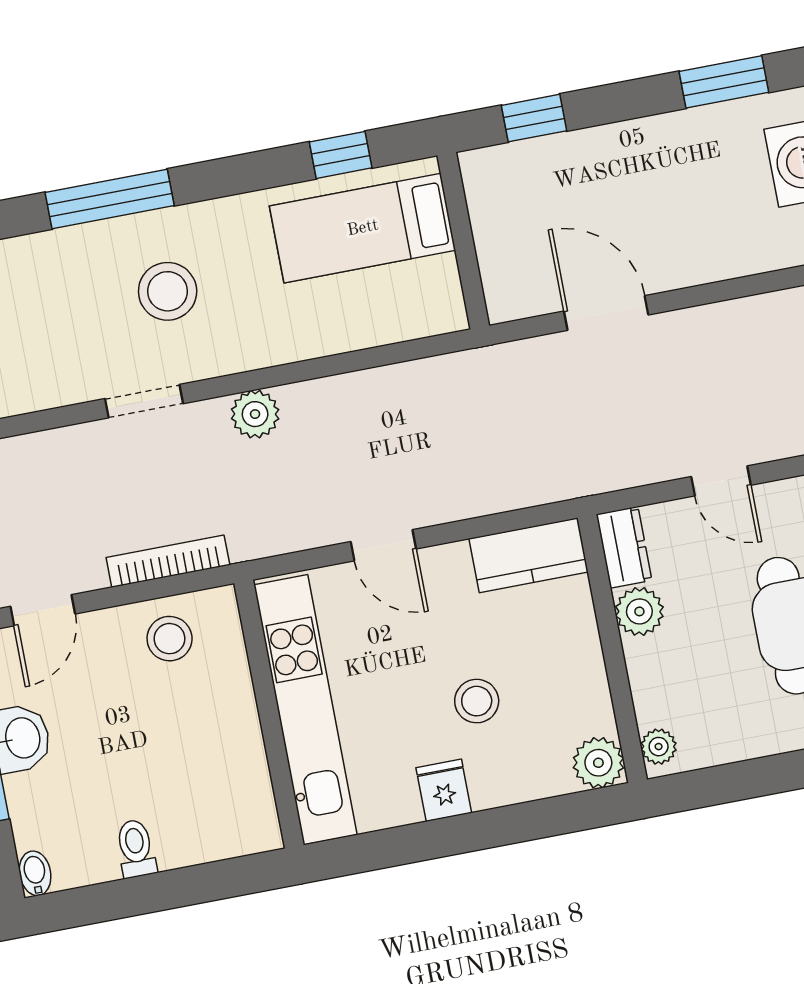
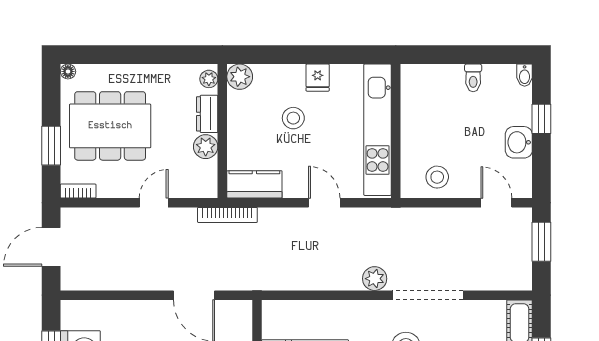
doorway: (144, 401) -> (428, 295), width x1.88
door: (721, 481) -> (154, 203), hinge flipped
dresser: (624, 547) -> (207, 114), moved
bookcase: (168, 561) -> (227, 215), moved
door: (43, 610) -> (496, 203), hinge flipped

